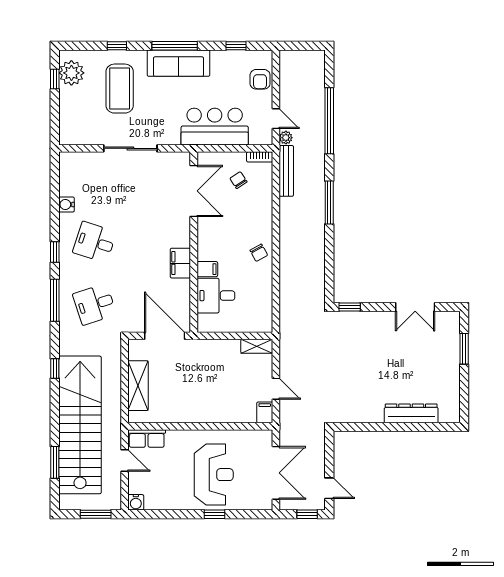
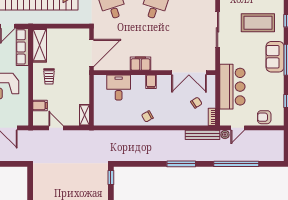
sofa: (178, 63) -> (275, 57), width x0.73
filing cabinet: (207, 269) -> (151, 82), moved
shelving: (138, 386) -> (40, 45), moved, turned 90
door: (276, 389) -> (56, 128), swing flipped
trolley: (199, 399) -> (49, 76), added
filing cabinet: (265, 412) -> (40, 105), moved
row of seats: (147, 438) -> (22, 47), width x1.48

